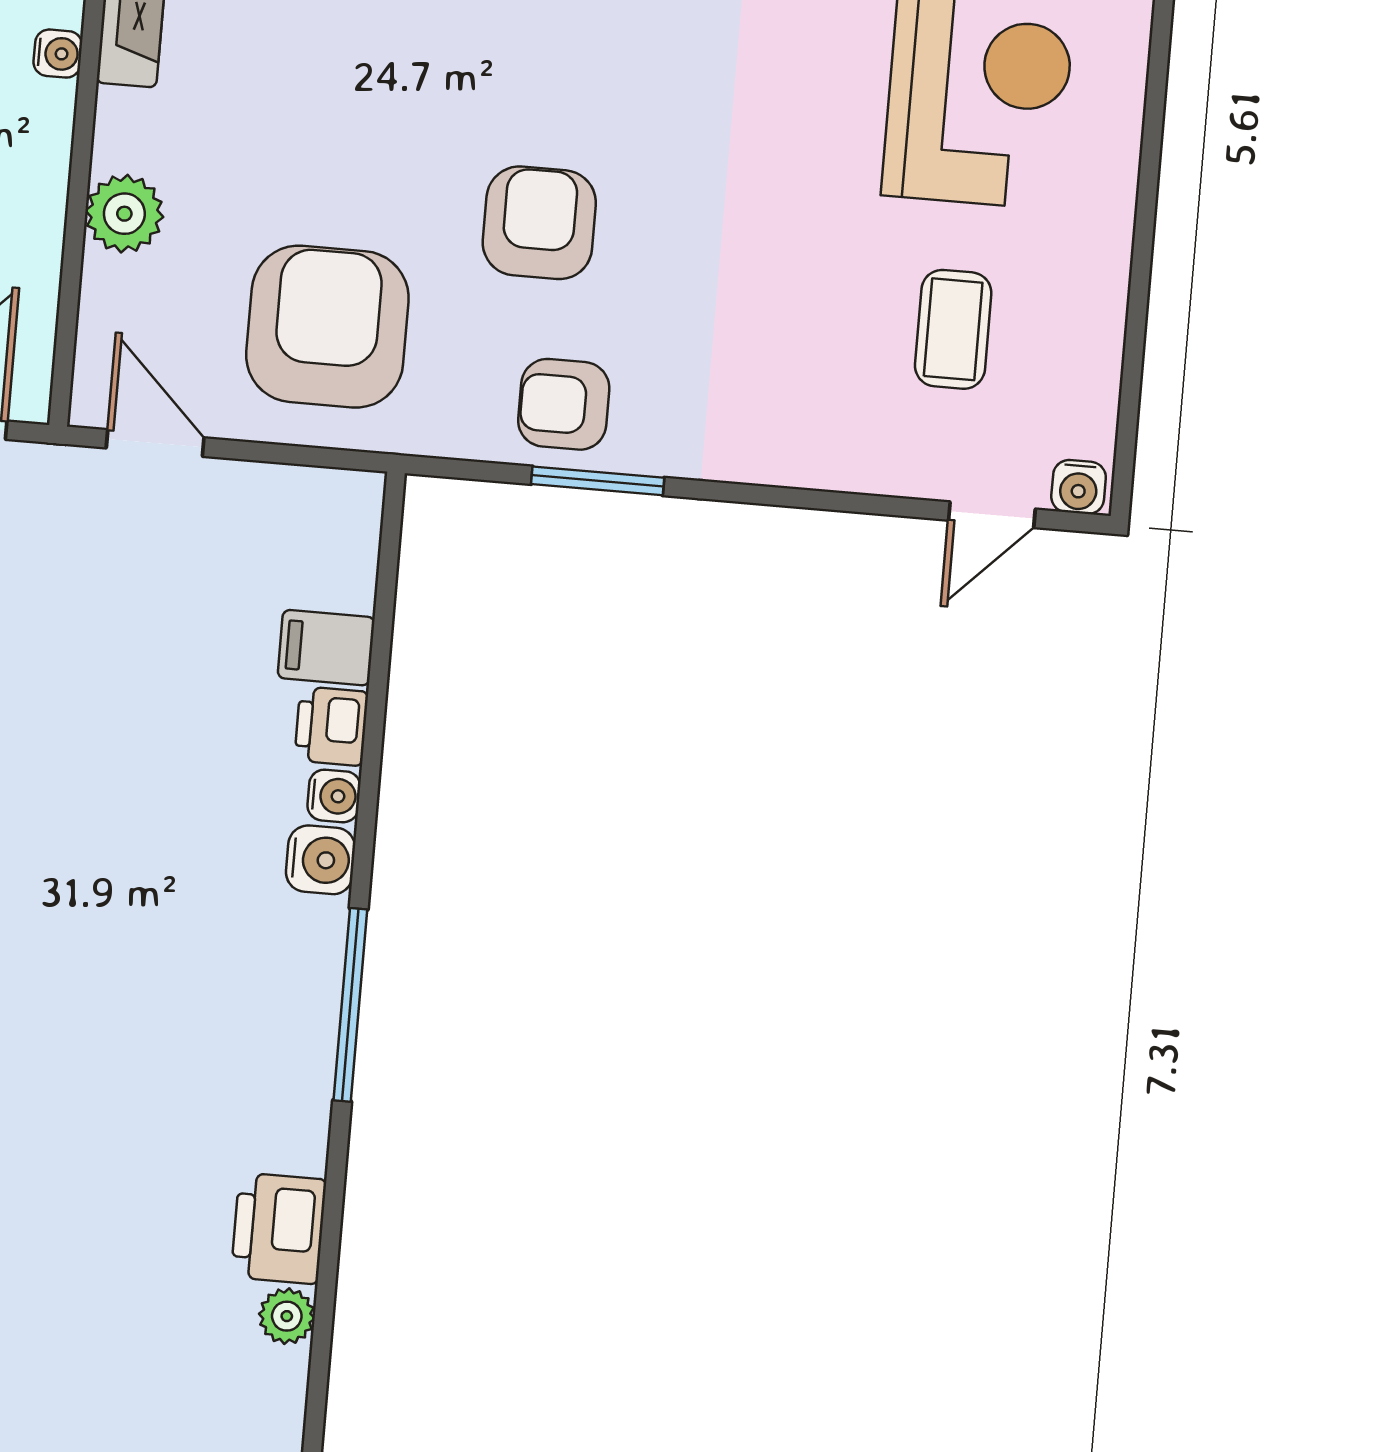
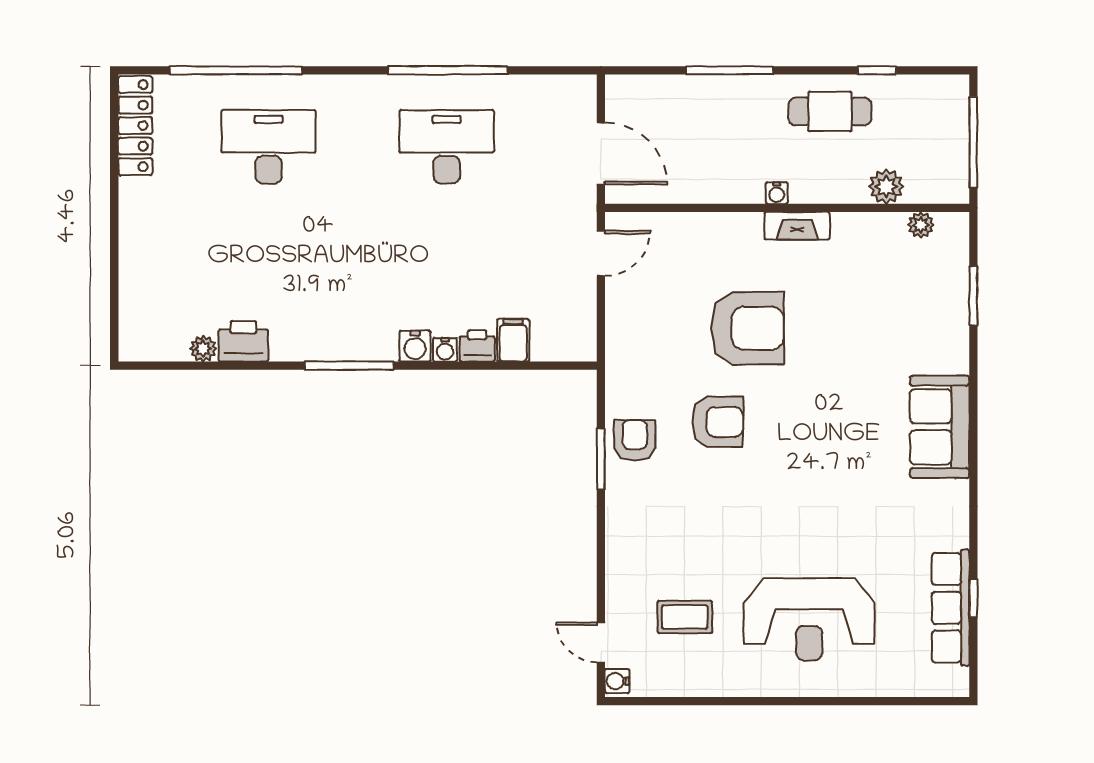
plant: (124, 214) -> (705, 230), removed
armchair: (327, 327) -> (747, 328), moved

